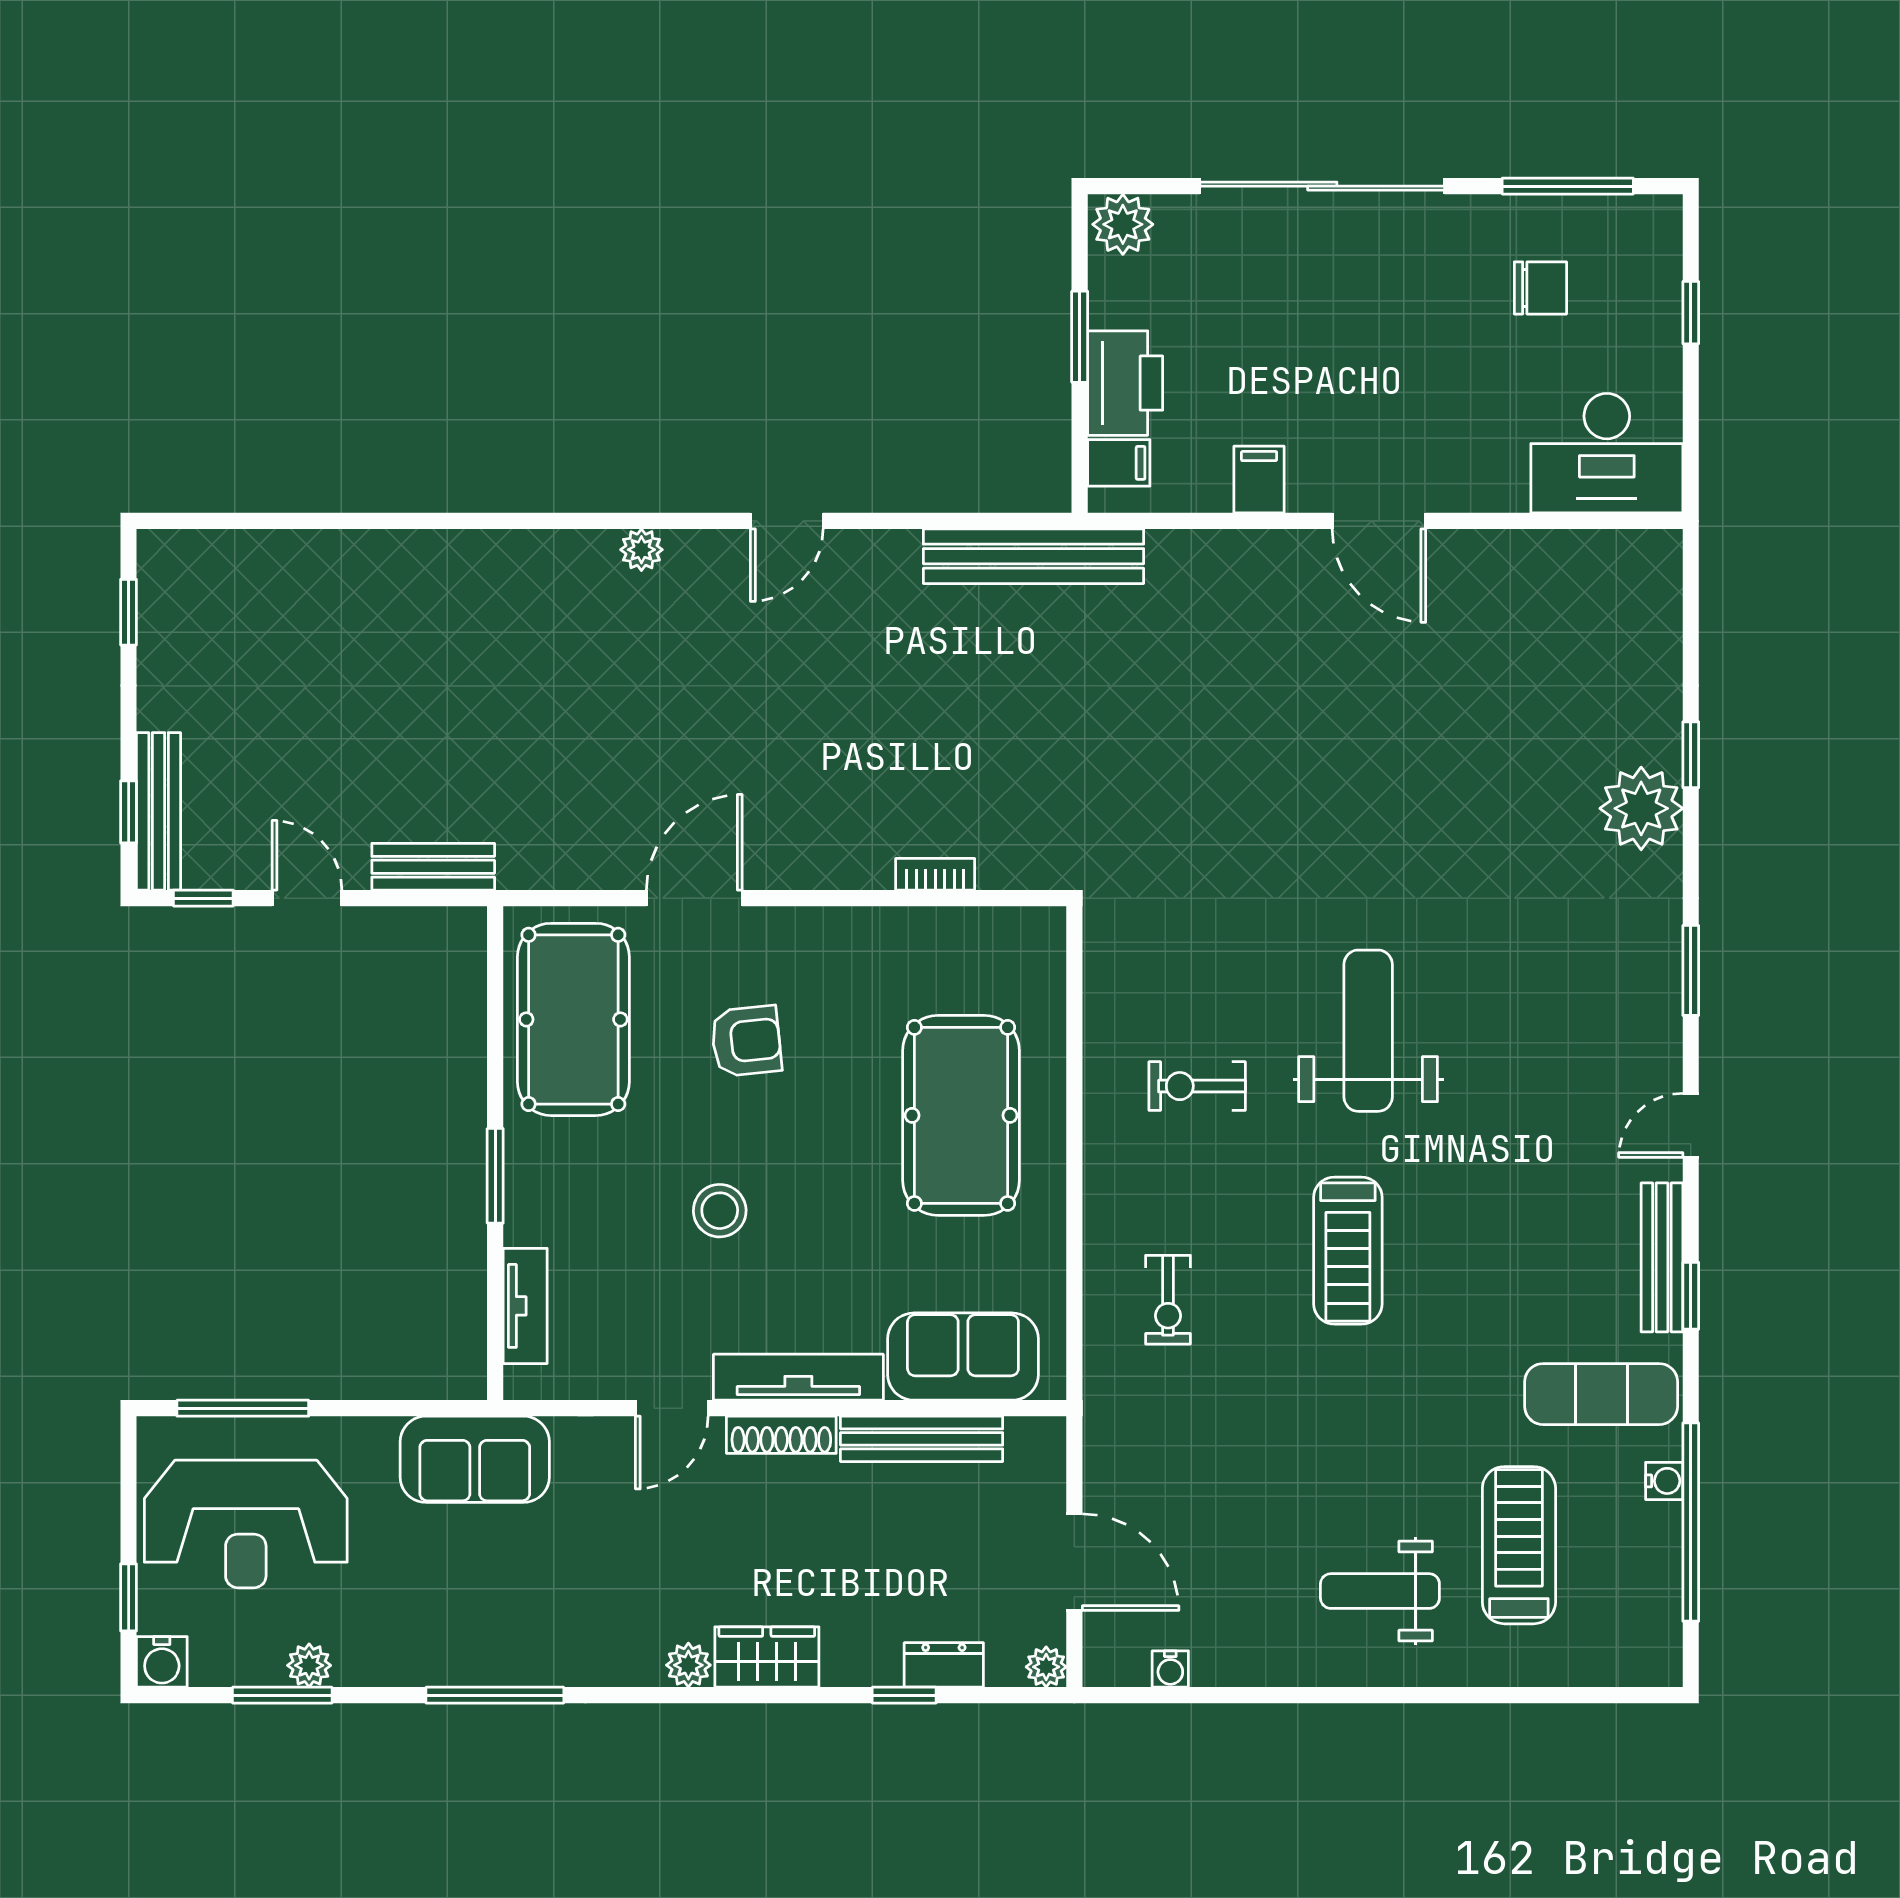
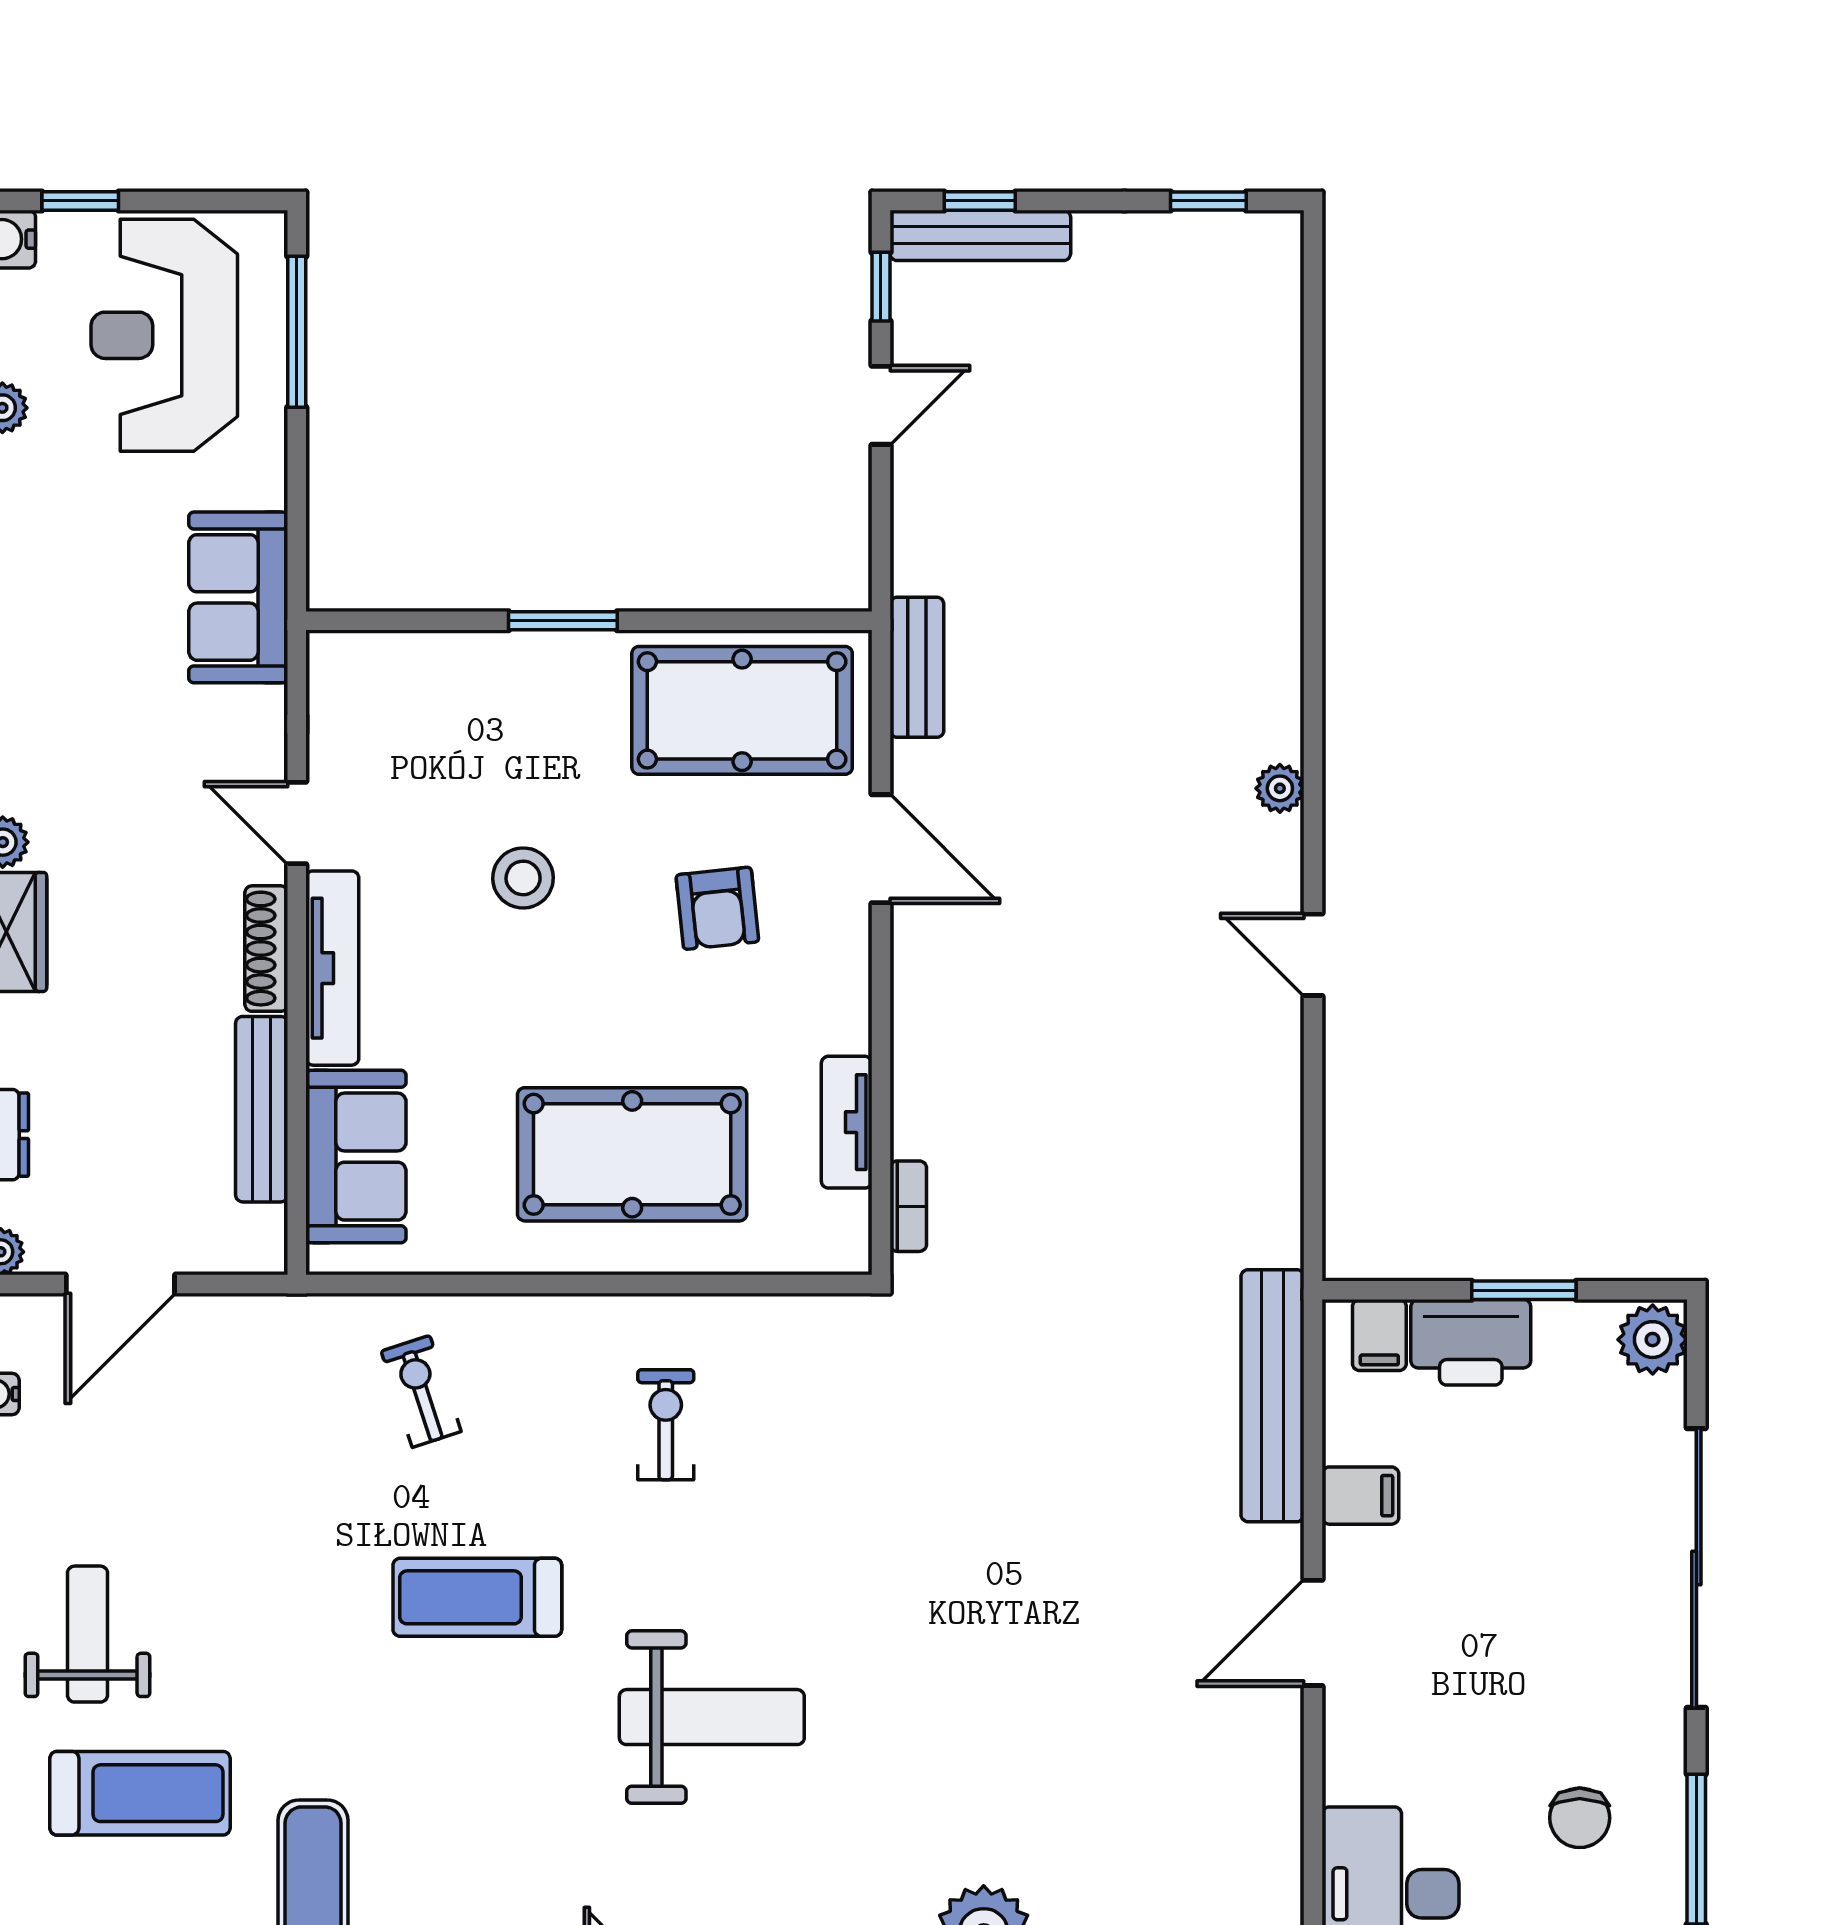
bench: (1034, 556) -> (1273, 1396), moved
bench: (433, 867) -> (917, 667), moved
bookcase: (935, 874) -> (908, 1206), moved
weight bench: (1368, 1031) -> (712, 1717), moved
exercise bike: (1168, 1300) -> (421, 1391), turned 72
tv unit: (525, 1306) -> (847, 1122), moved, turned 90

